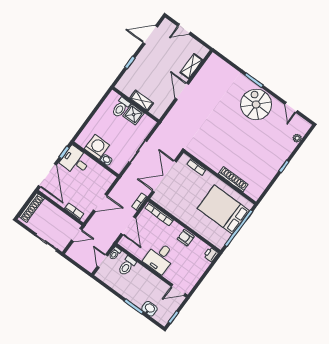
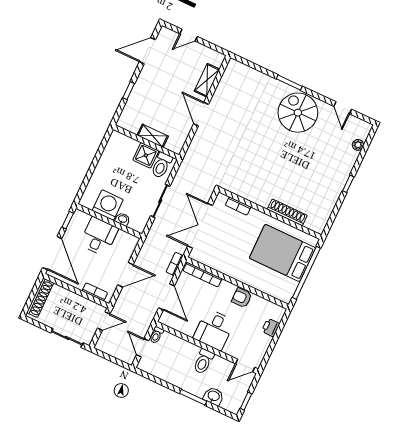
toilet: (121, 107) -> (162, 165), moved
desk: (75, 161) -> (99, 236), moved, turned 90
printer: (211, 254) -> (271, 327), moved
toilet: (127, 266) -> (203, 361), moved

